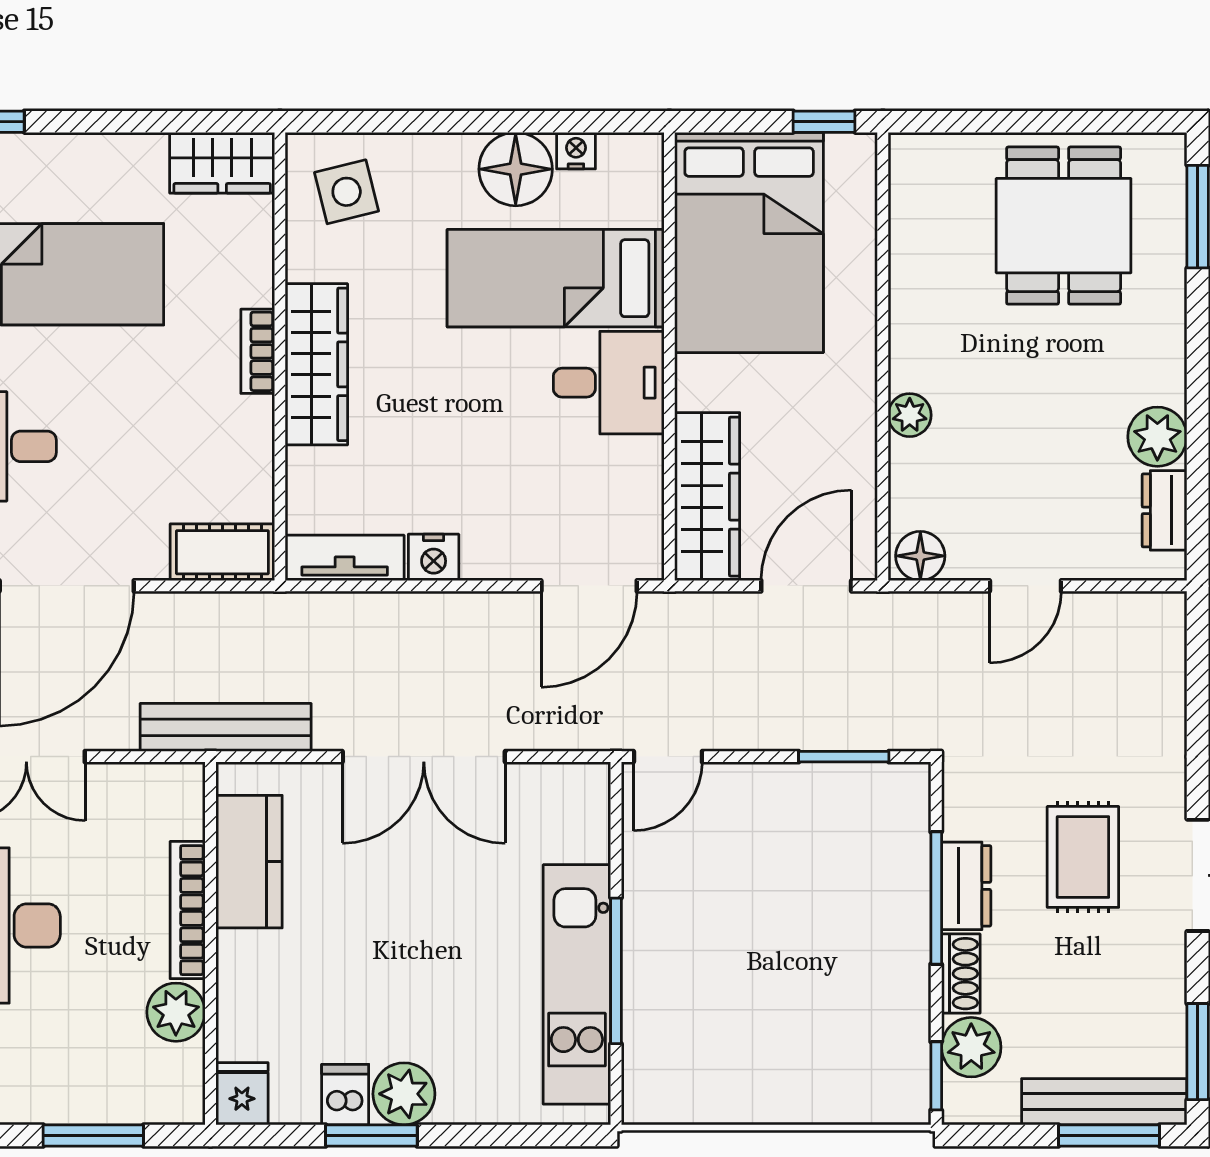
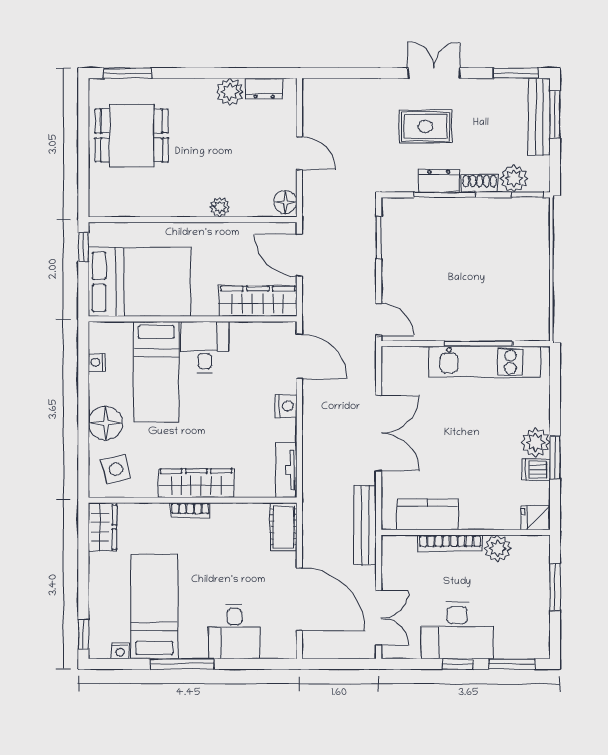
floor lamp: (516, 169) -> (105, 423), moved
nightstand: (434, 557) -> (286, 406), moved

